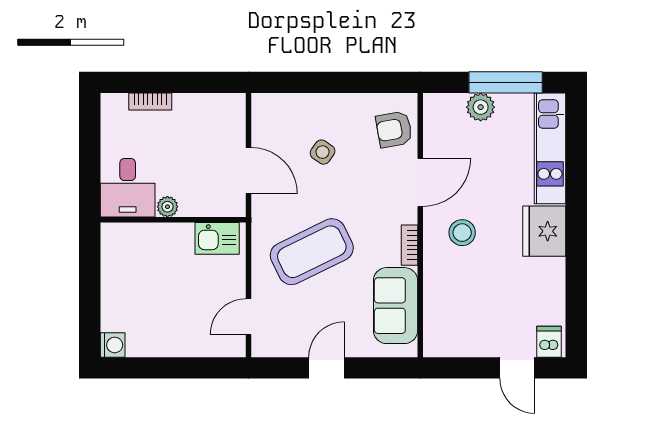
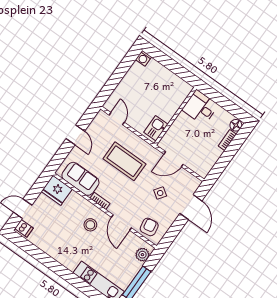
door: (309, 82) -> (191, 207), added
floor lamp: (114, 105) -> (236, 125), added
plant: (481, 107) -> (142, 255), moved
plant: (167, 207) -> (182, 118), removed
fridge: (544, 231) -> (57, 190), moved, turned 180
coffee table: (312, 252) -> (124, 161), turned -64

